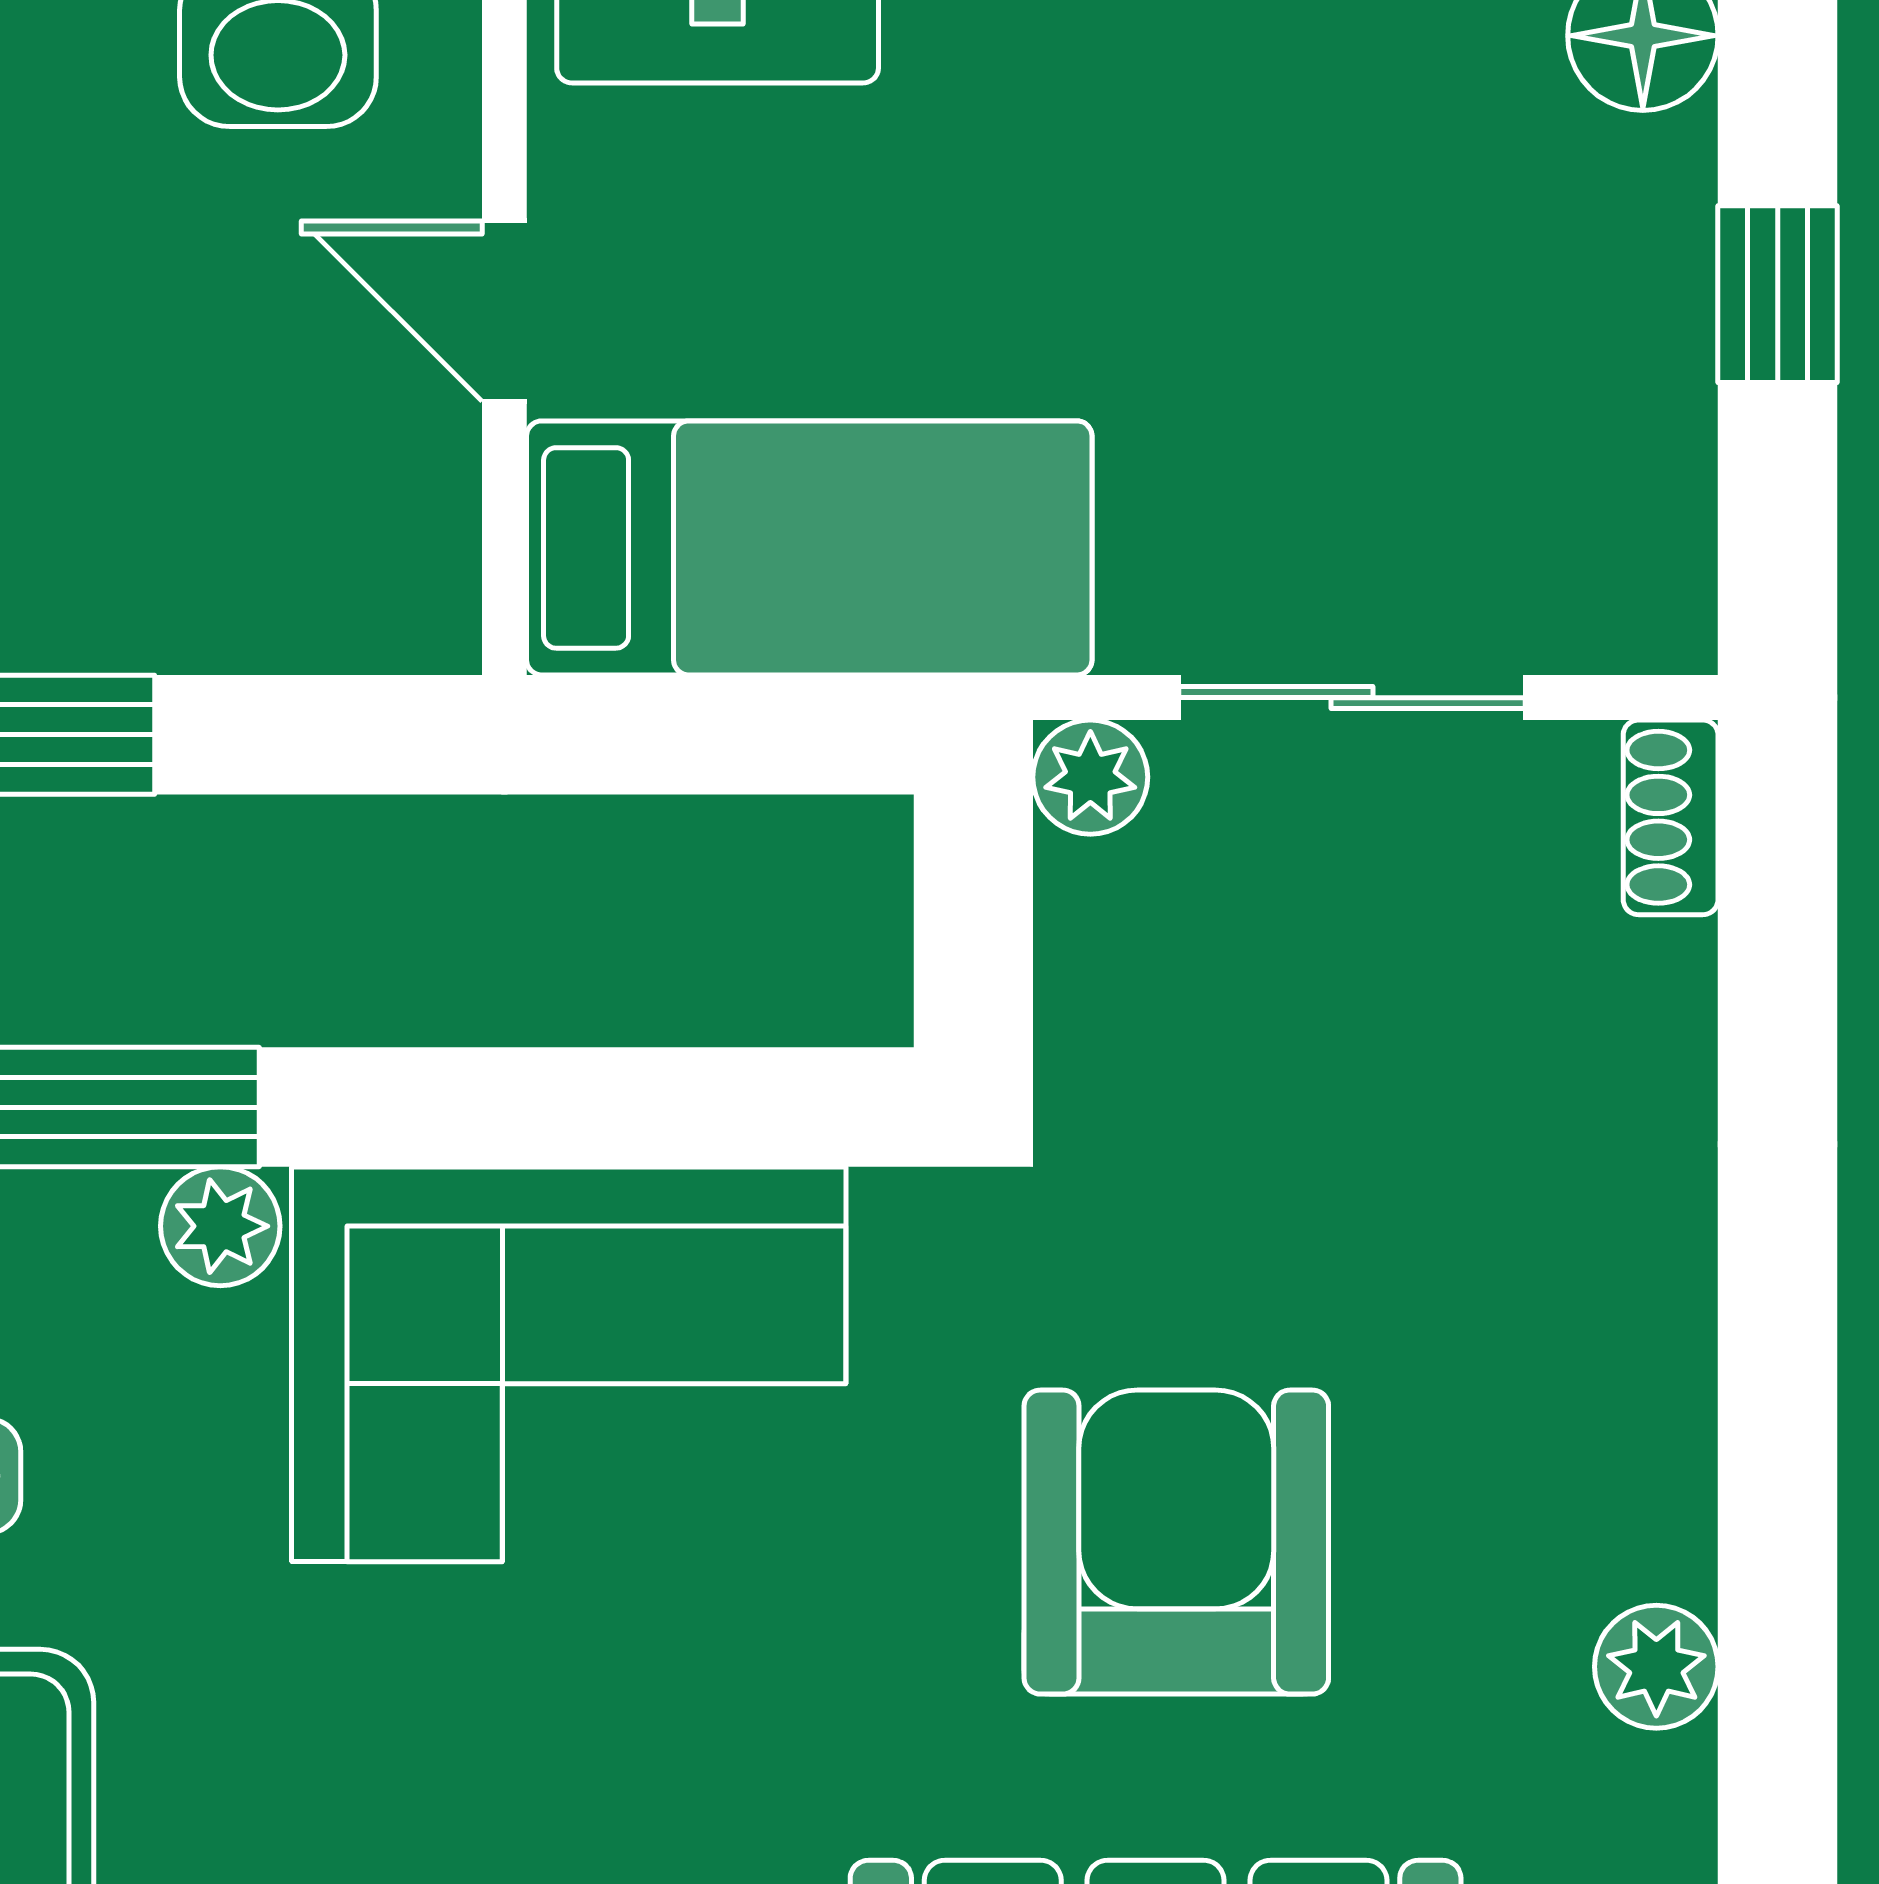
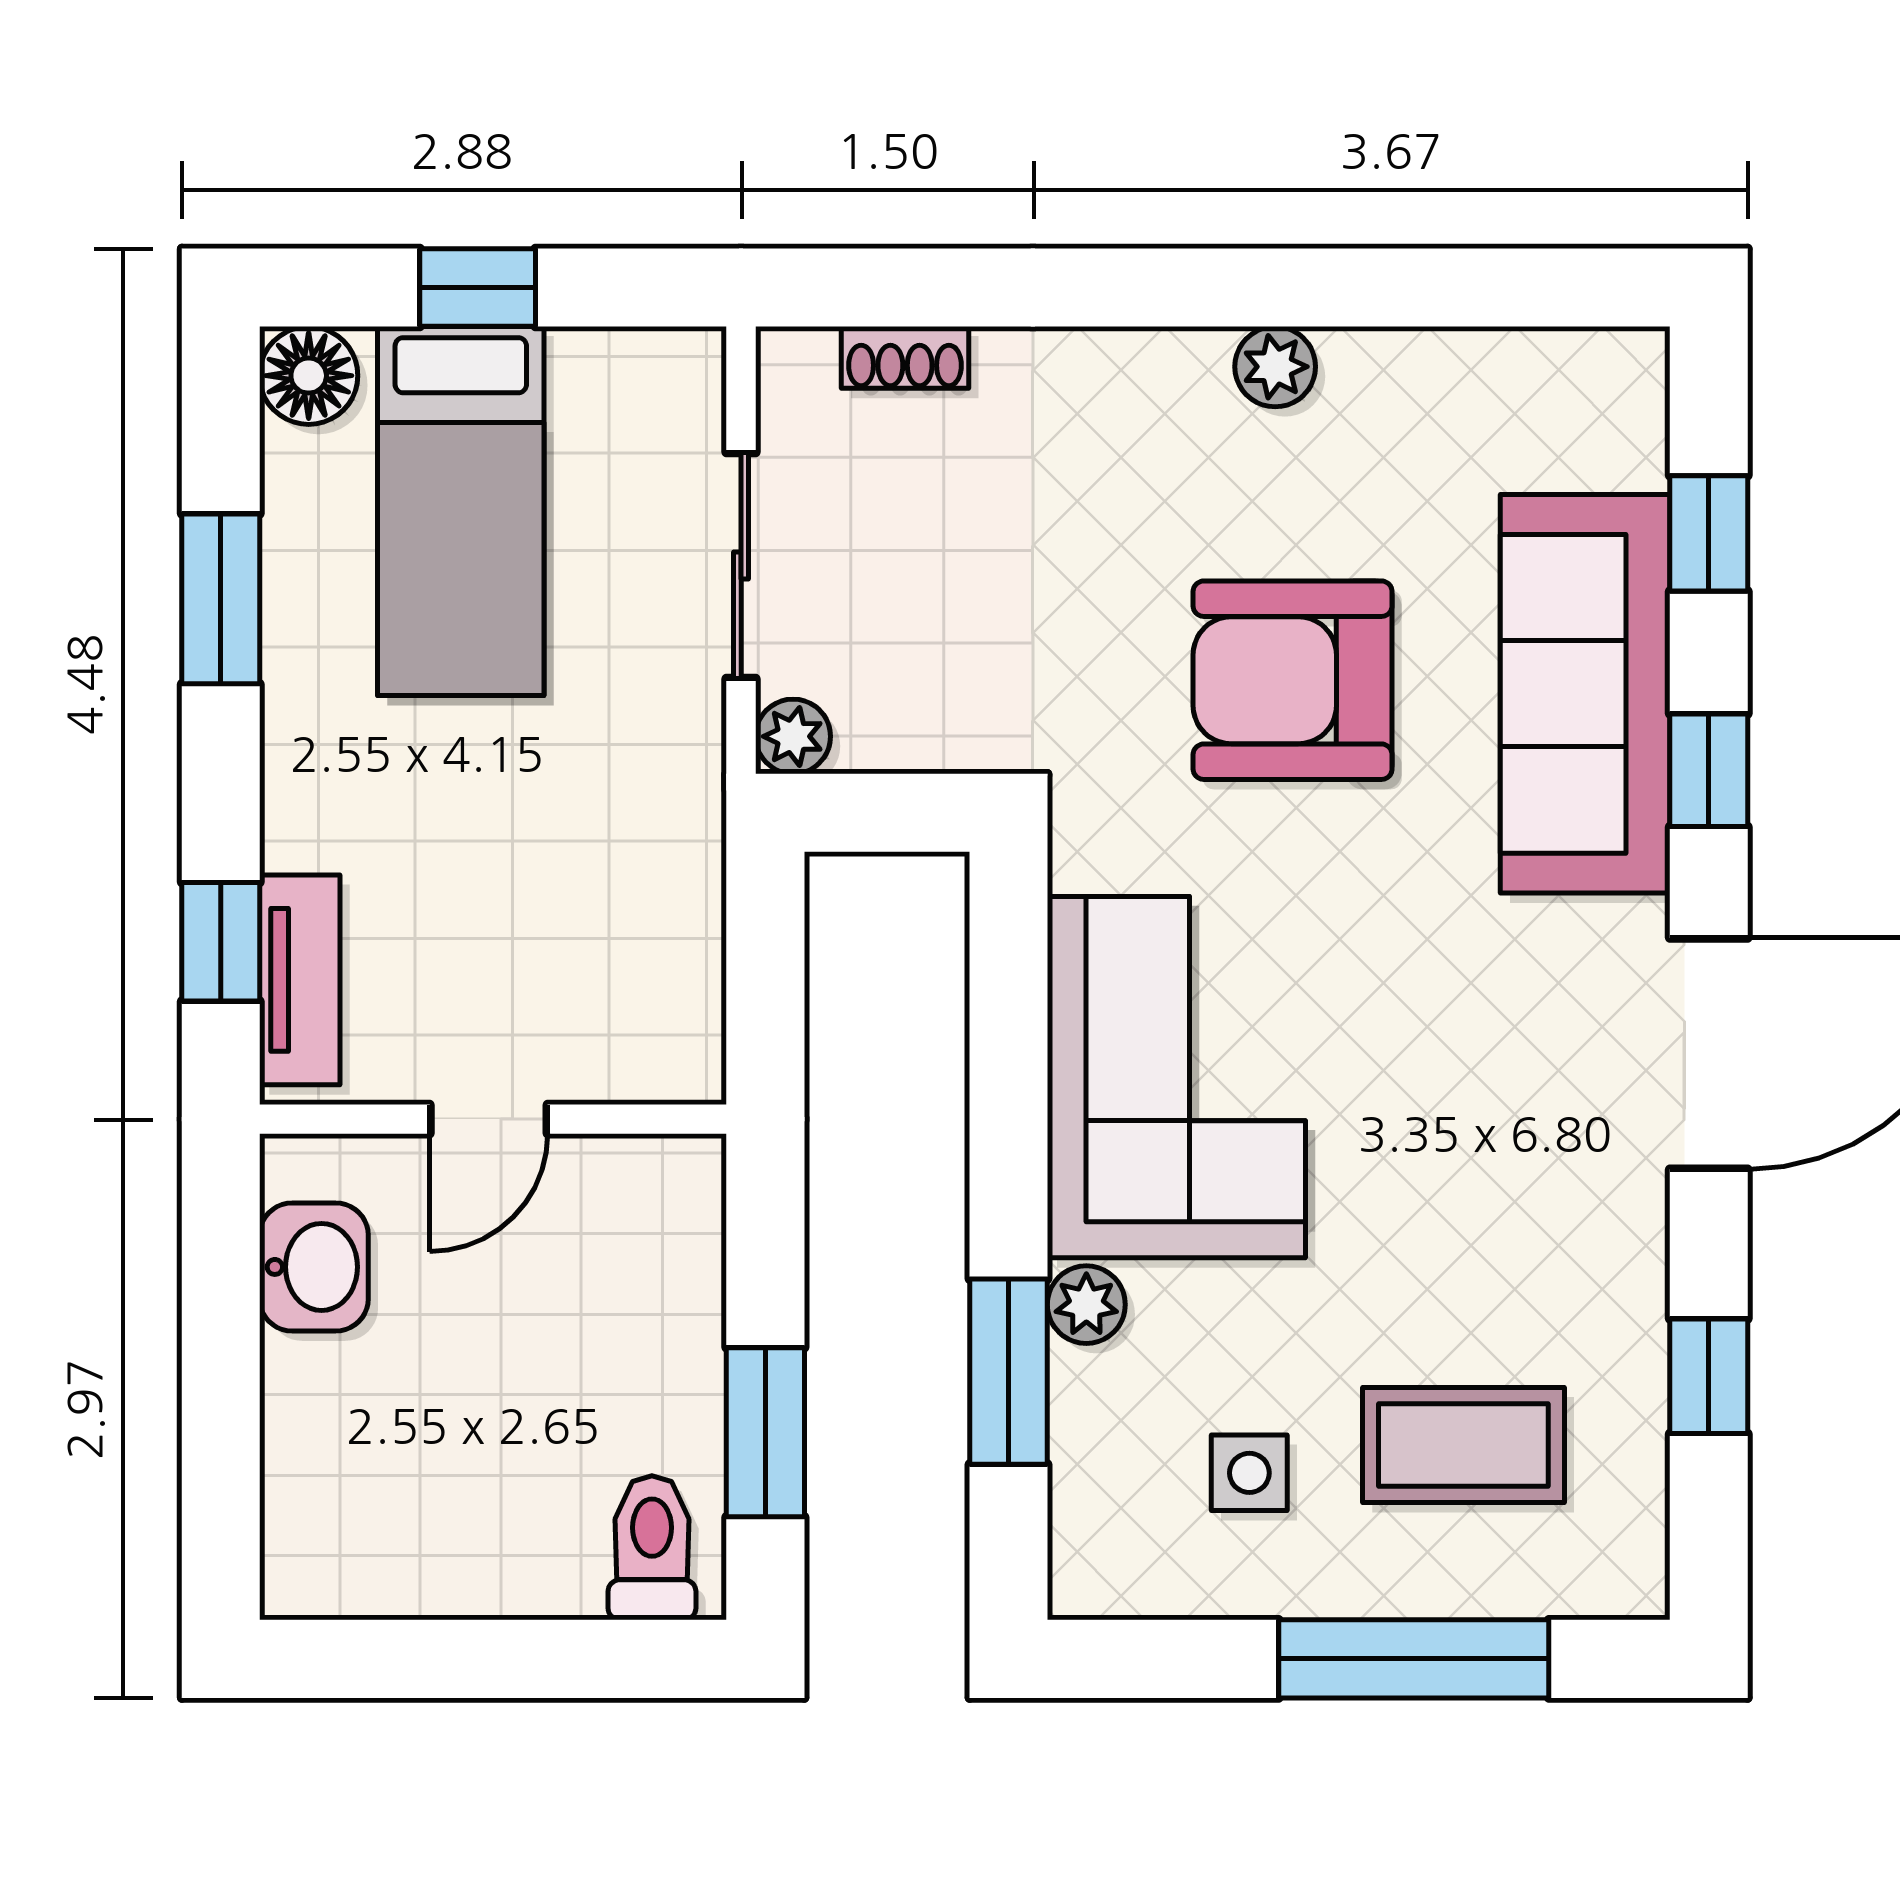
bed: (809, 548) -> (461, 511), moved, turned 180
shoe rack: (1671, 817) -> (905, 357), moved
plant: (1656, 1667) -> (1275, 367), moved

